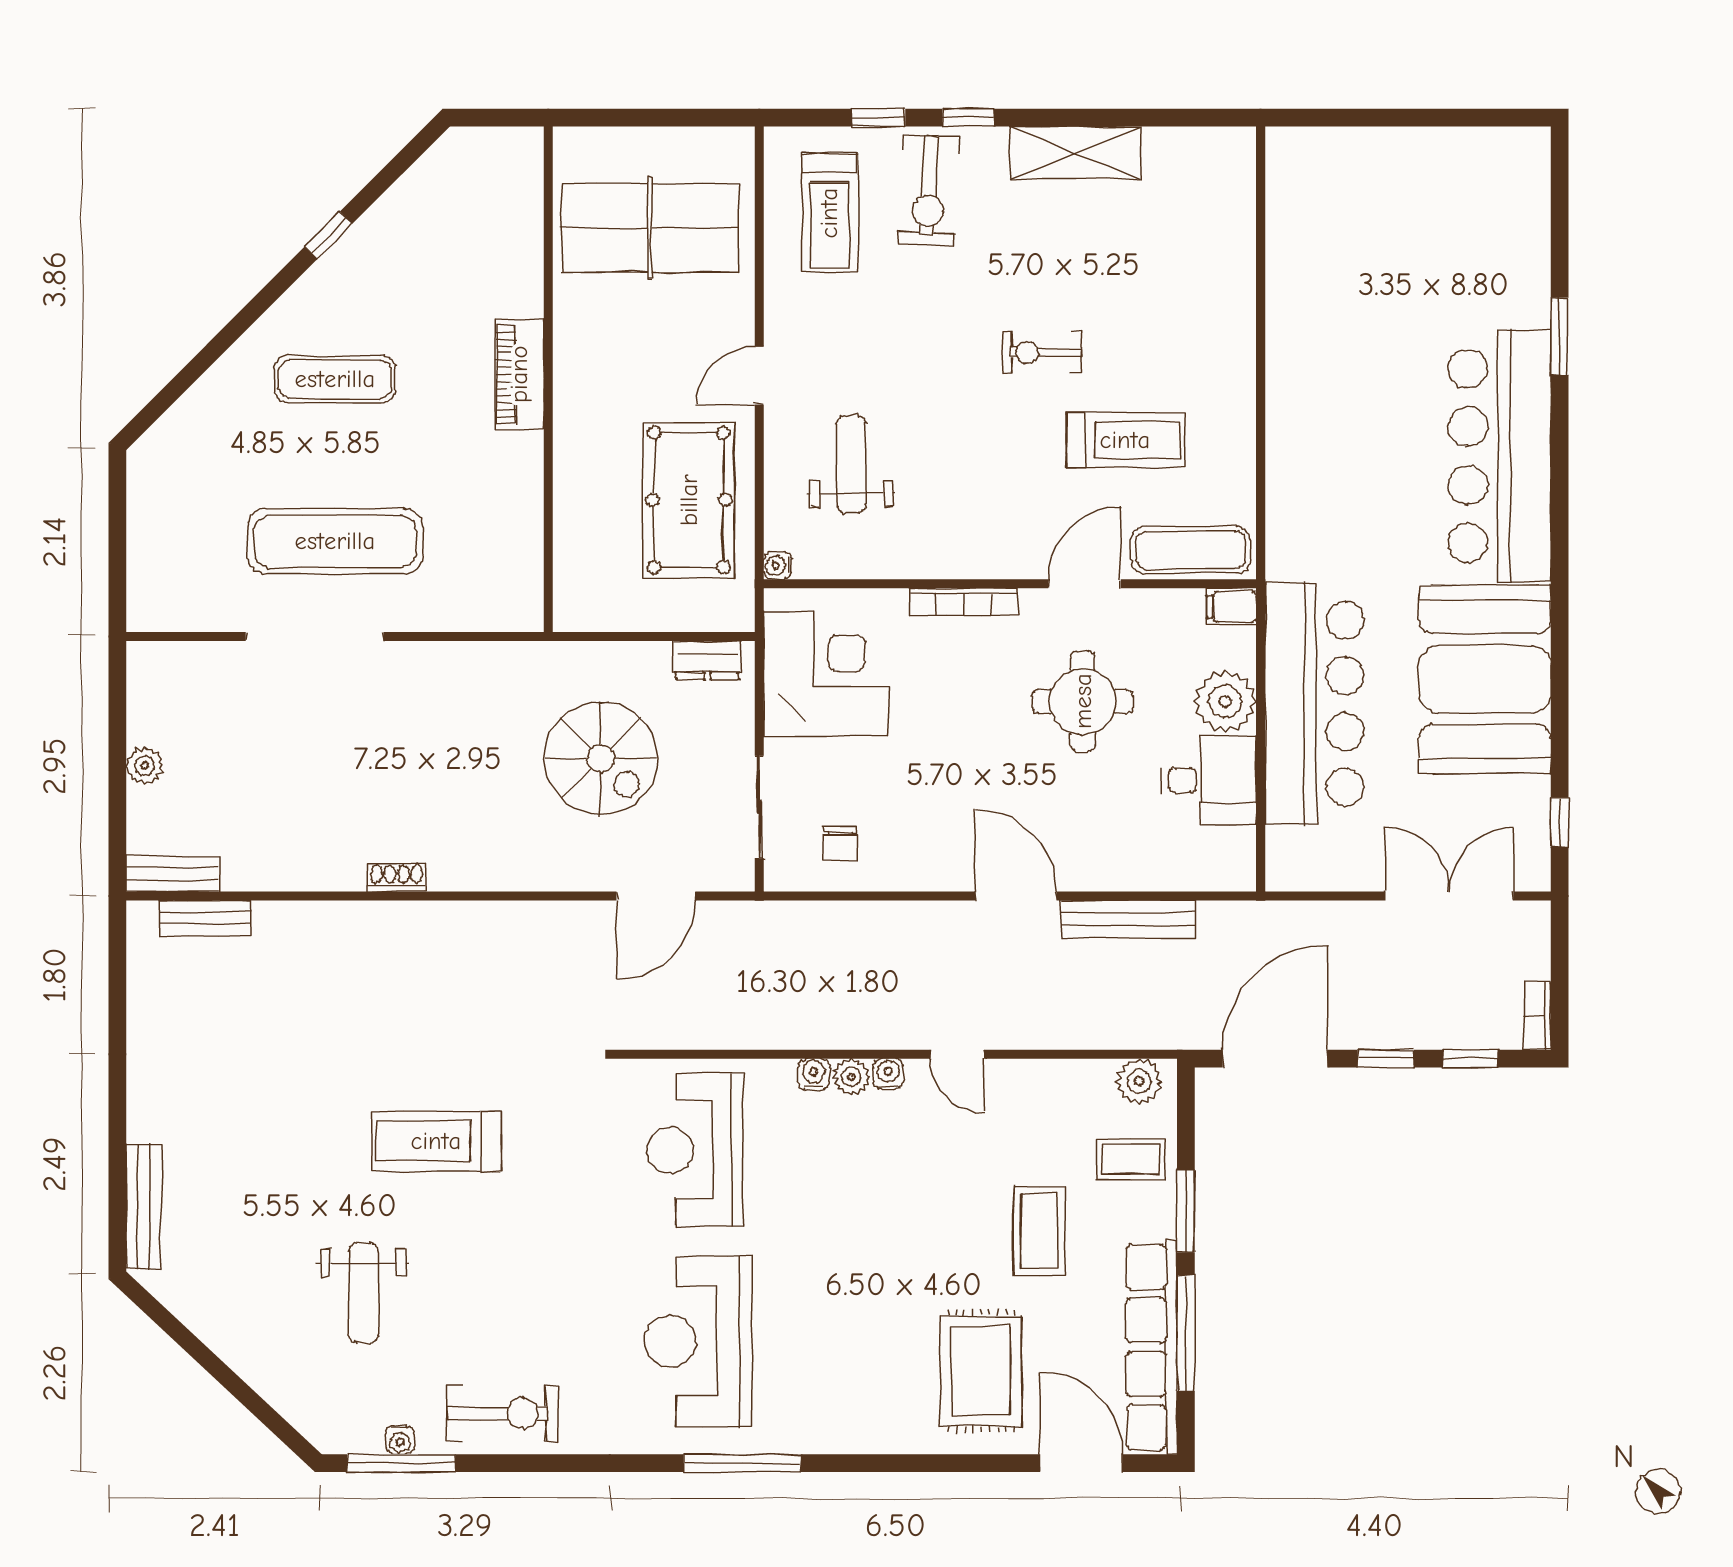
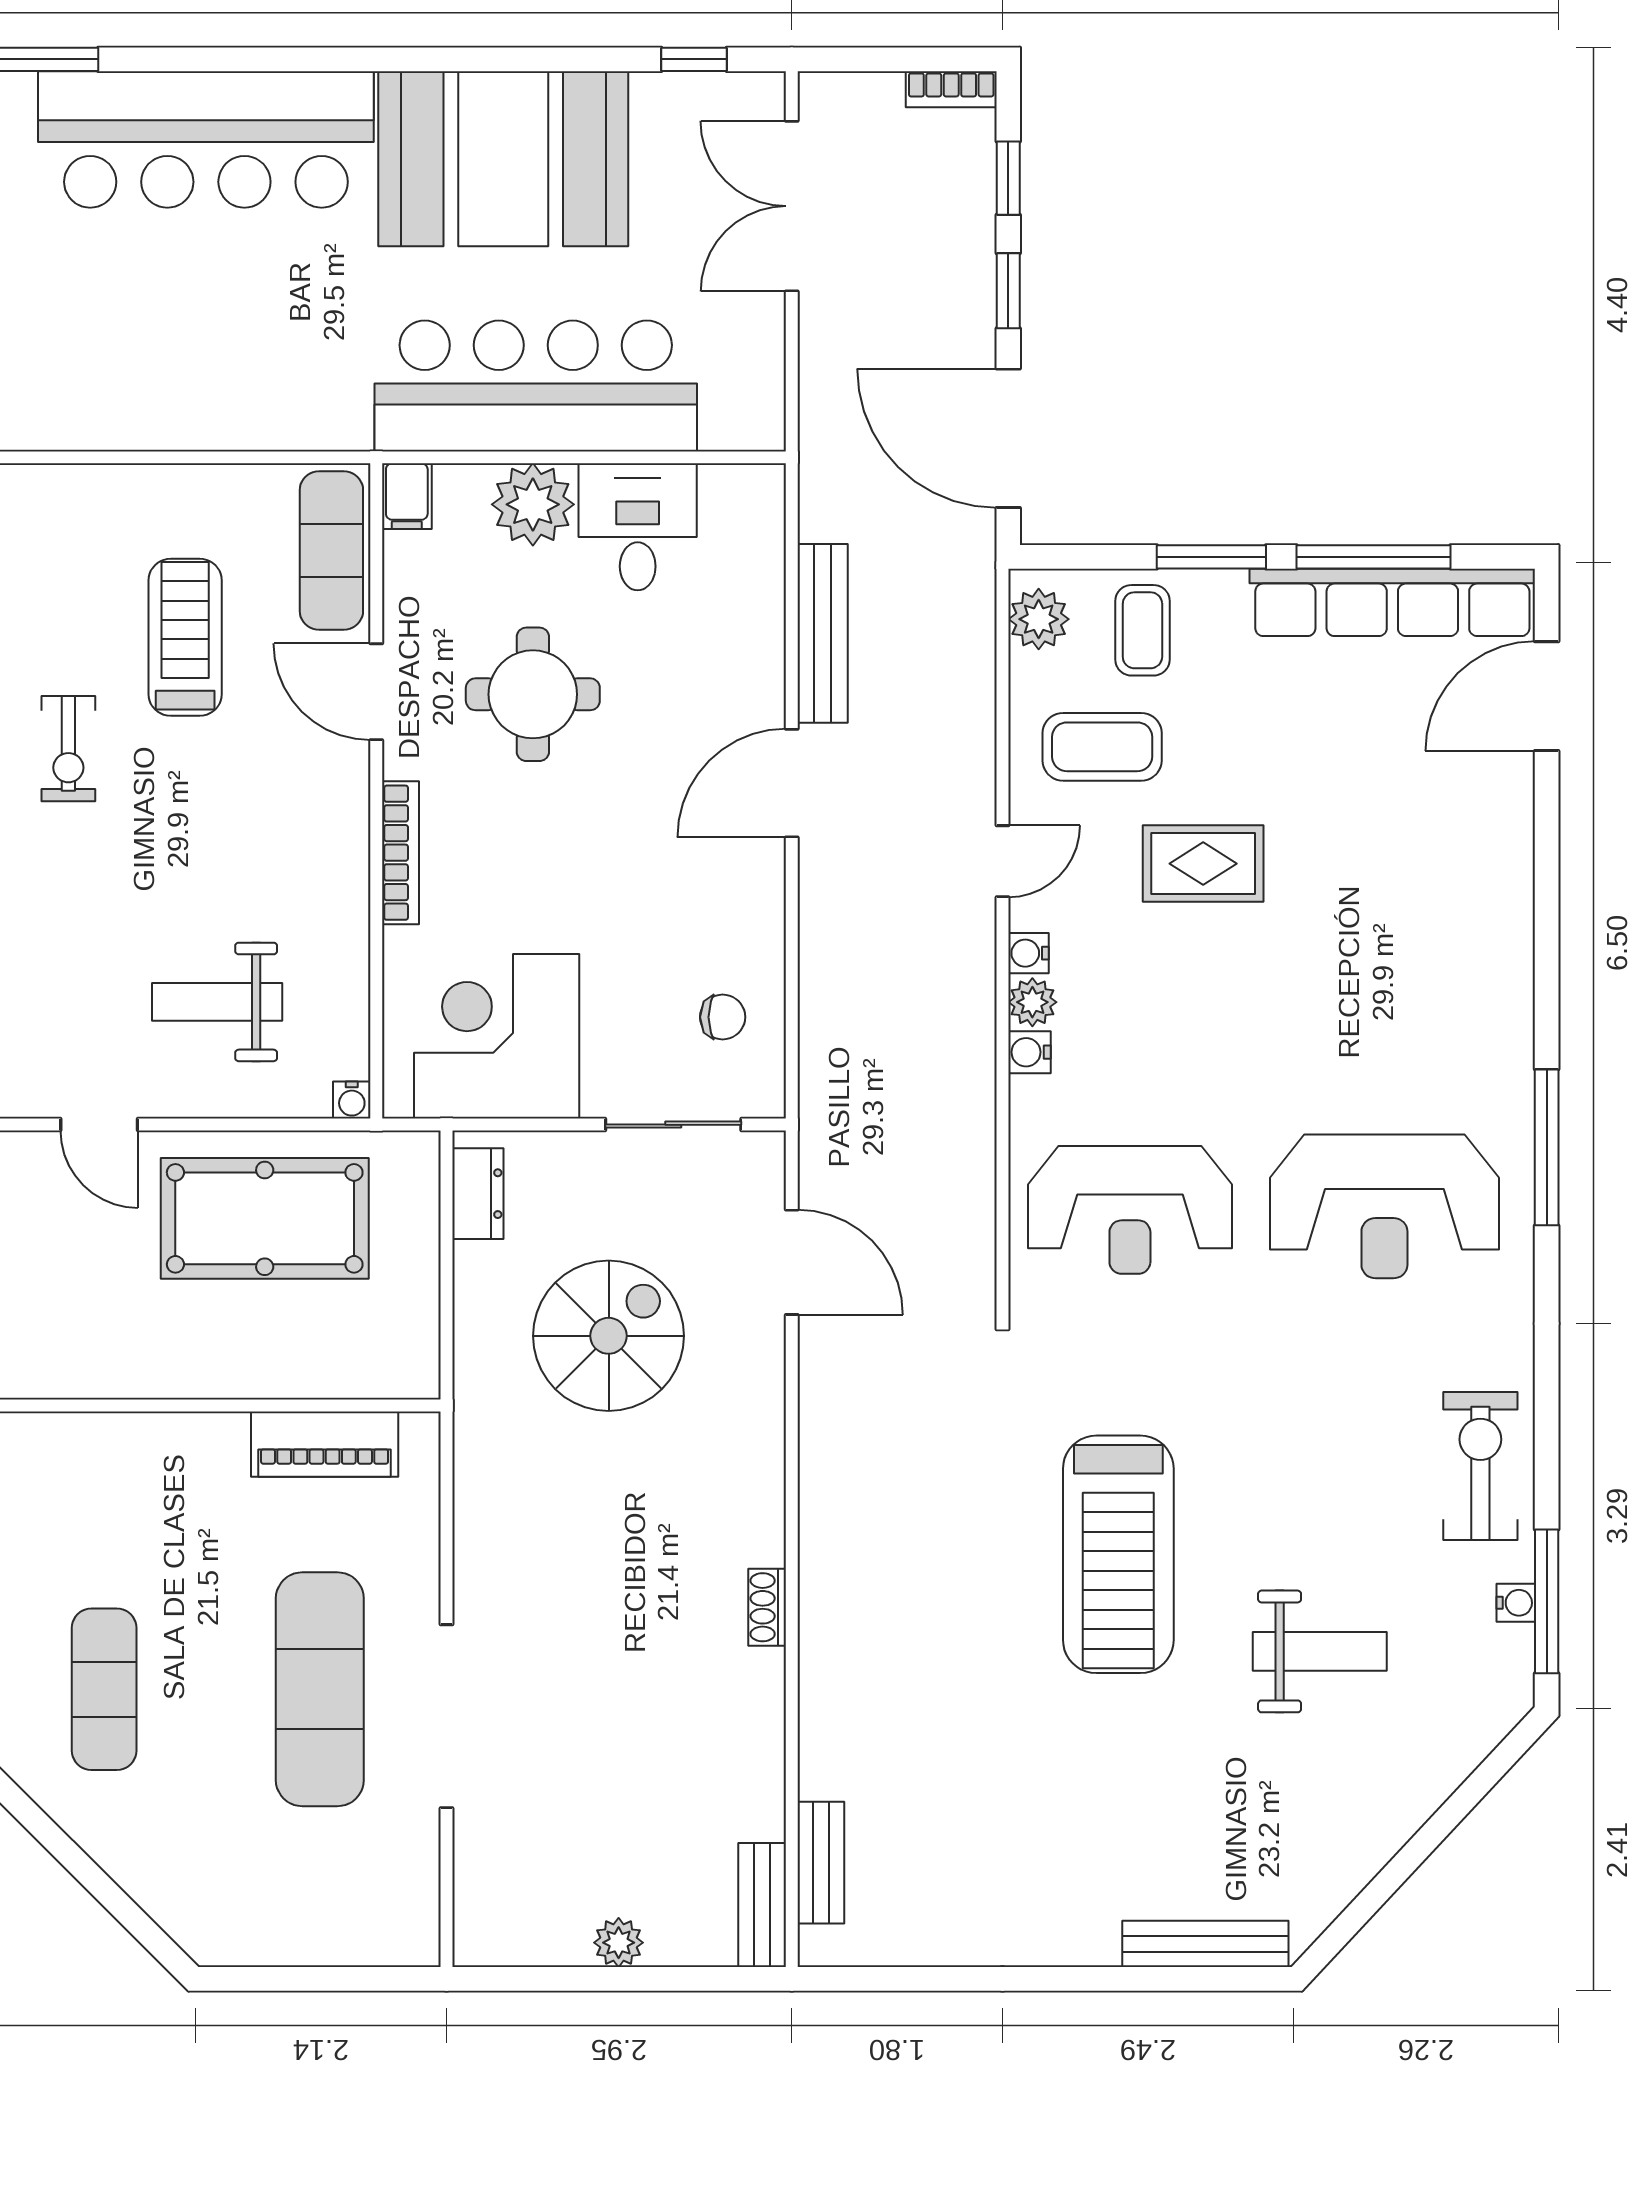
piano: (519, 374) -> (325, 1444), moved
treadmill: (436, 1141) -> (1118, 1554), width x1.37, depth x1.38
coffee table: (1039, 1231) -> (1102, 747), moved
rug: (981, 1371) -> (1203, 864), moved, width x0.73, depth x0.70

